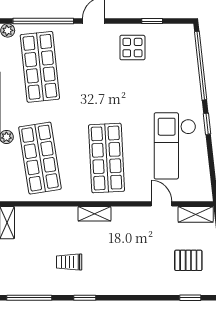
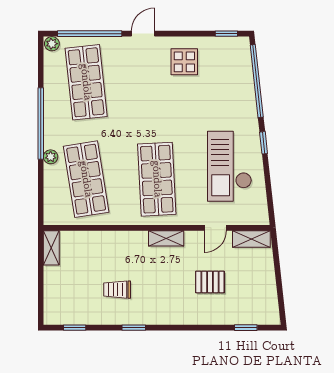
window: (152, 21) -> (226, 34), moved
door: (161, 204) -> (215, 228), swing flipped
shelving: (94, 214) -> (166, 238), moved
pallet: (188, 260) -> (210, 282), moved
window: (29, 298) -> (75, 328), width x0.46

